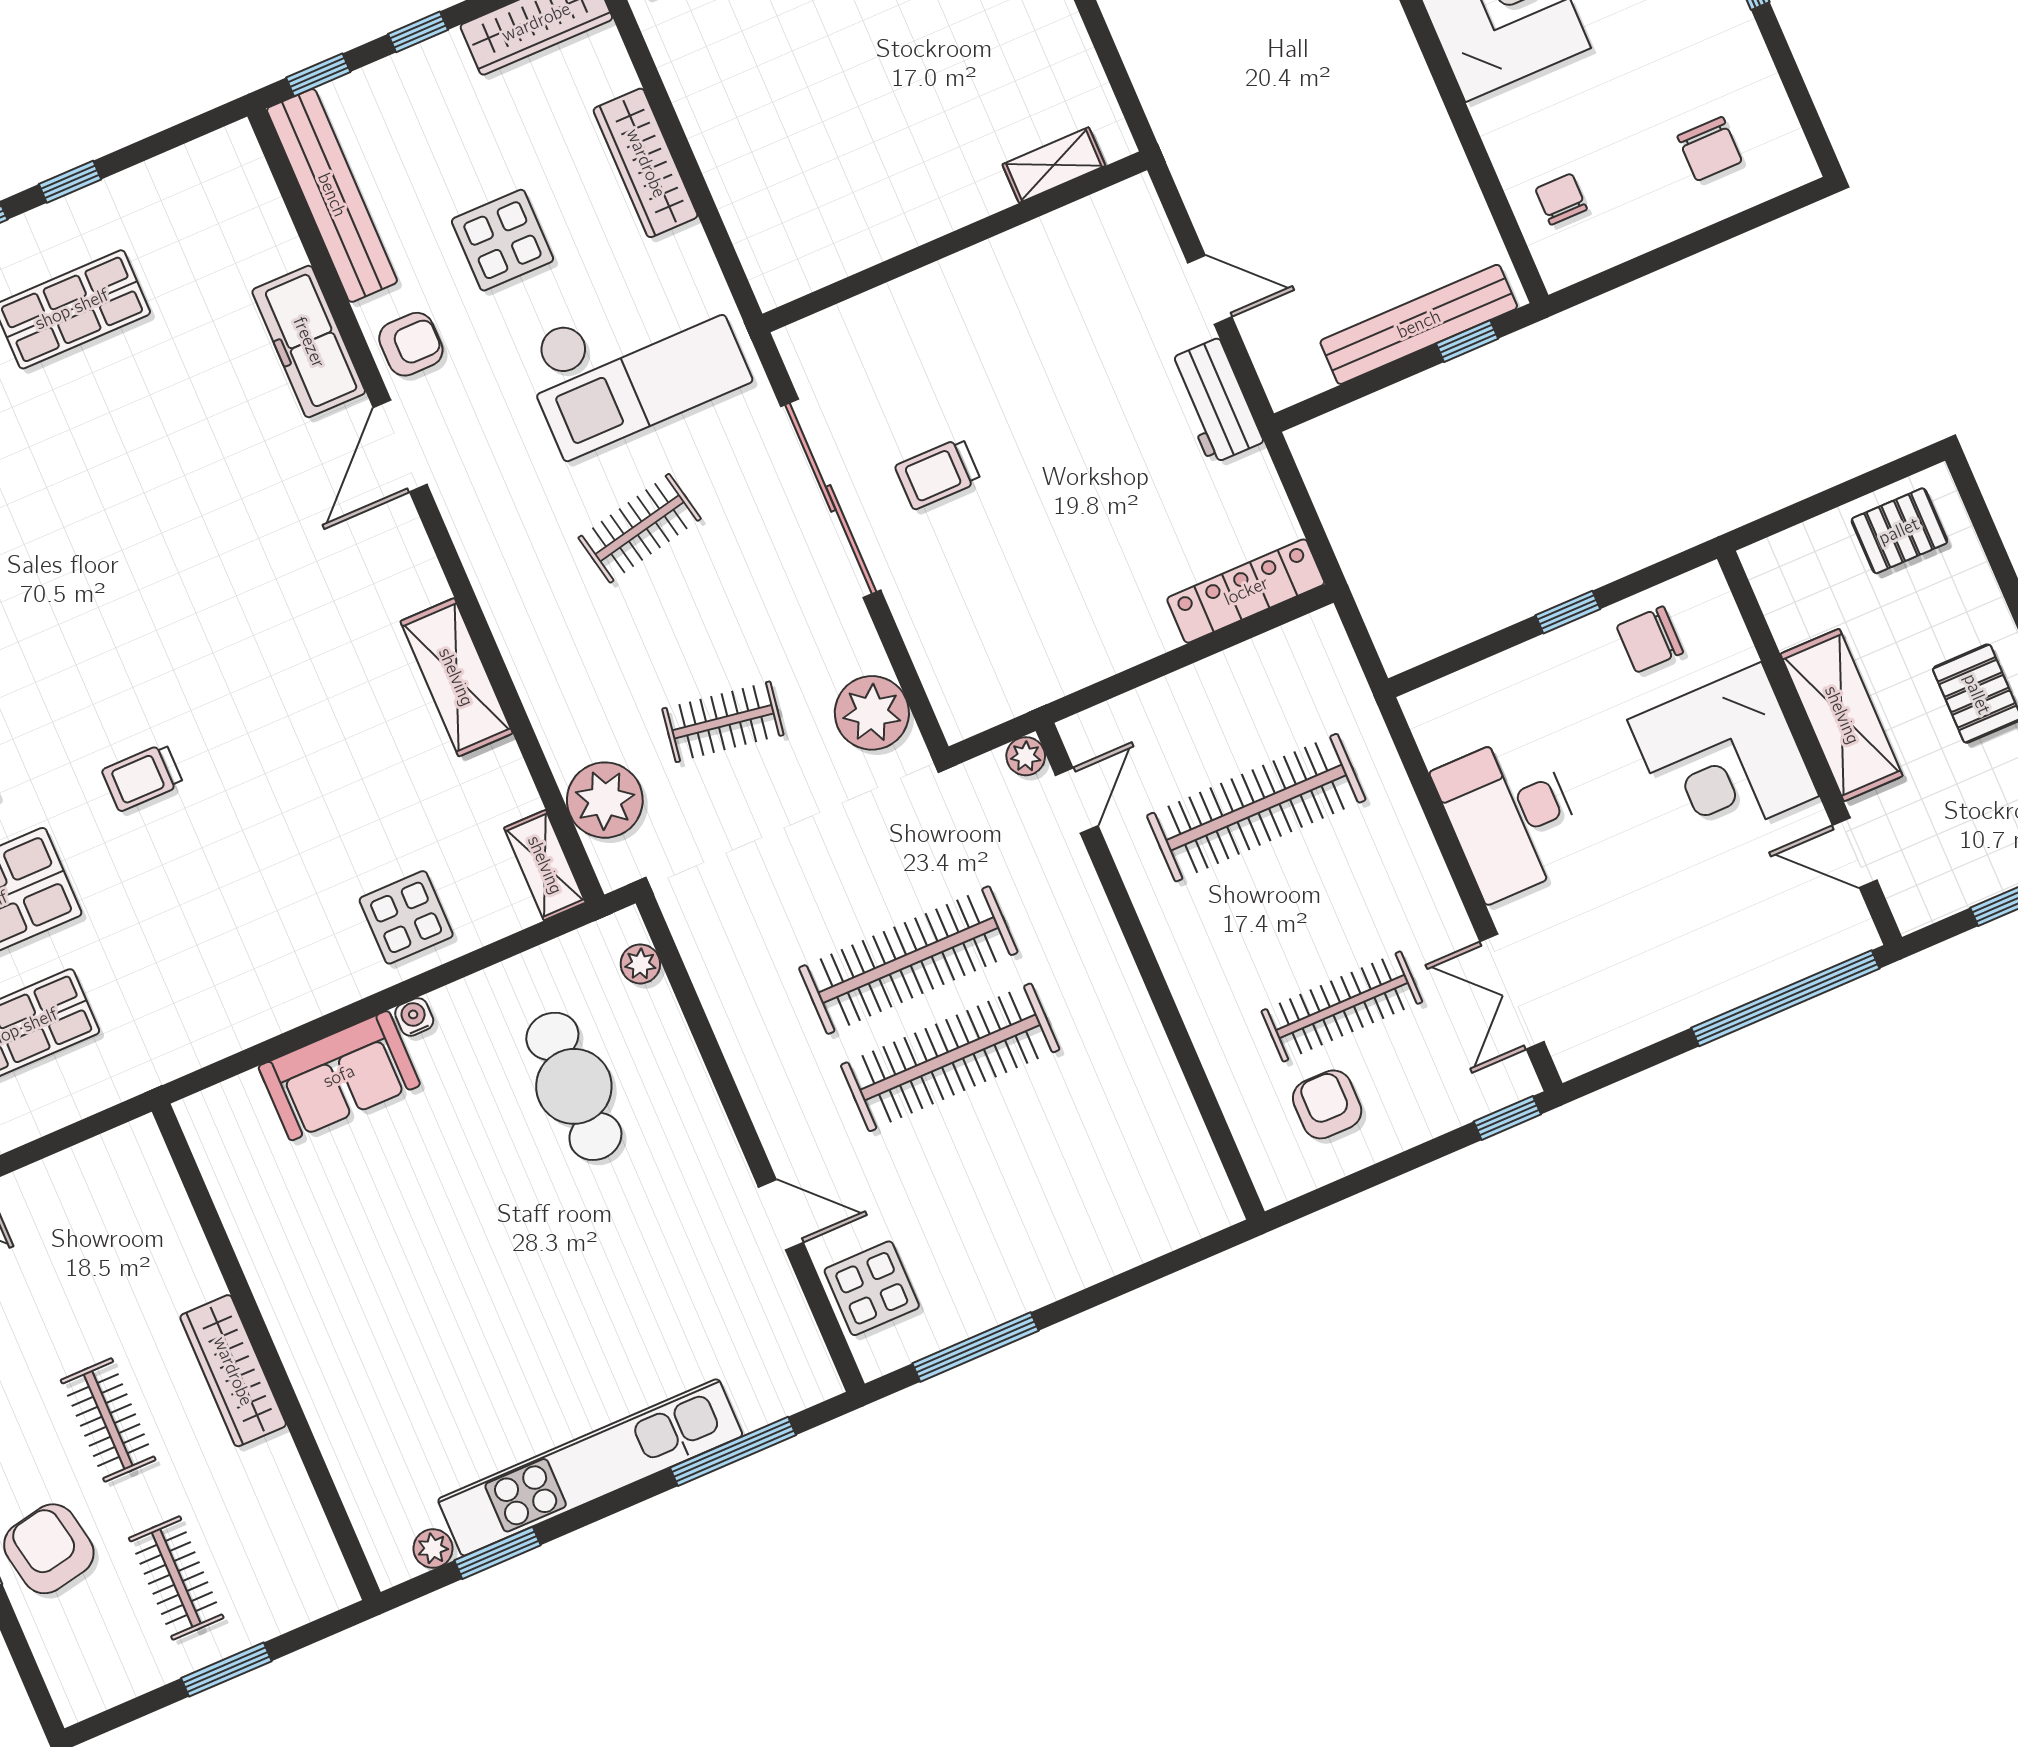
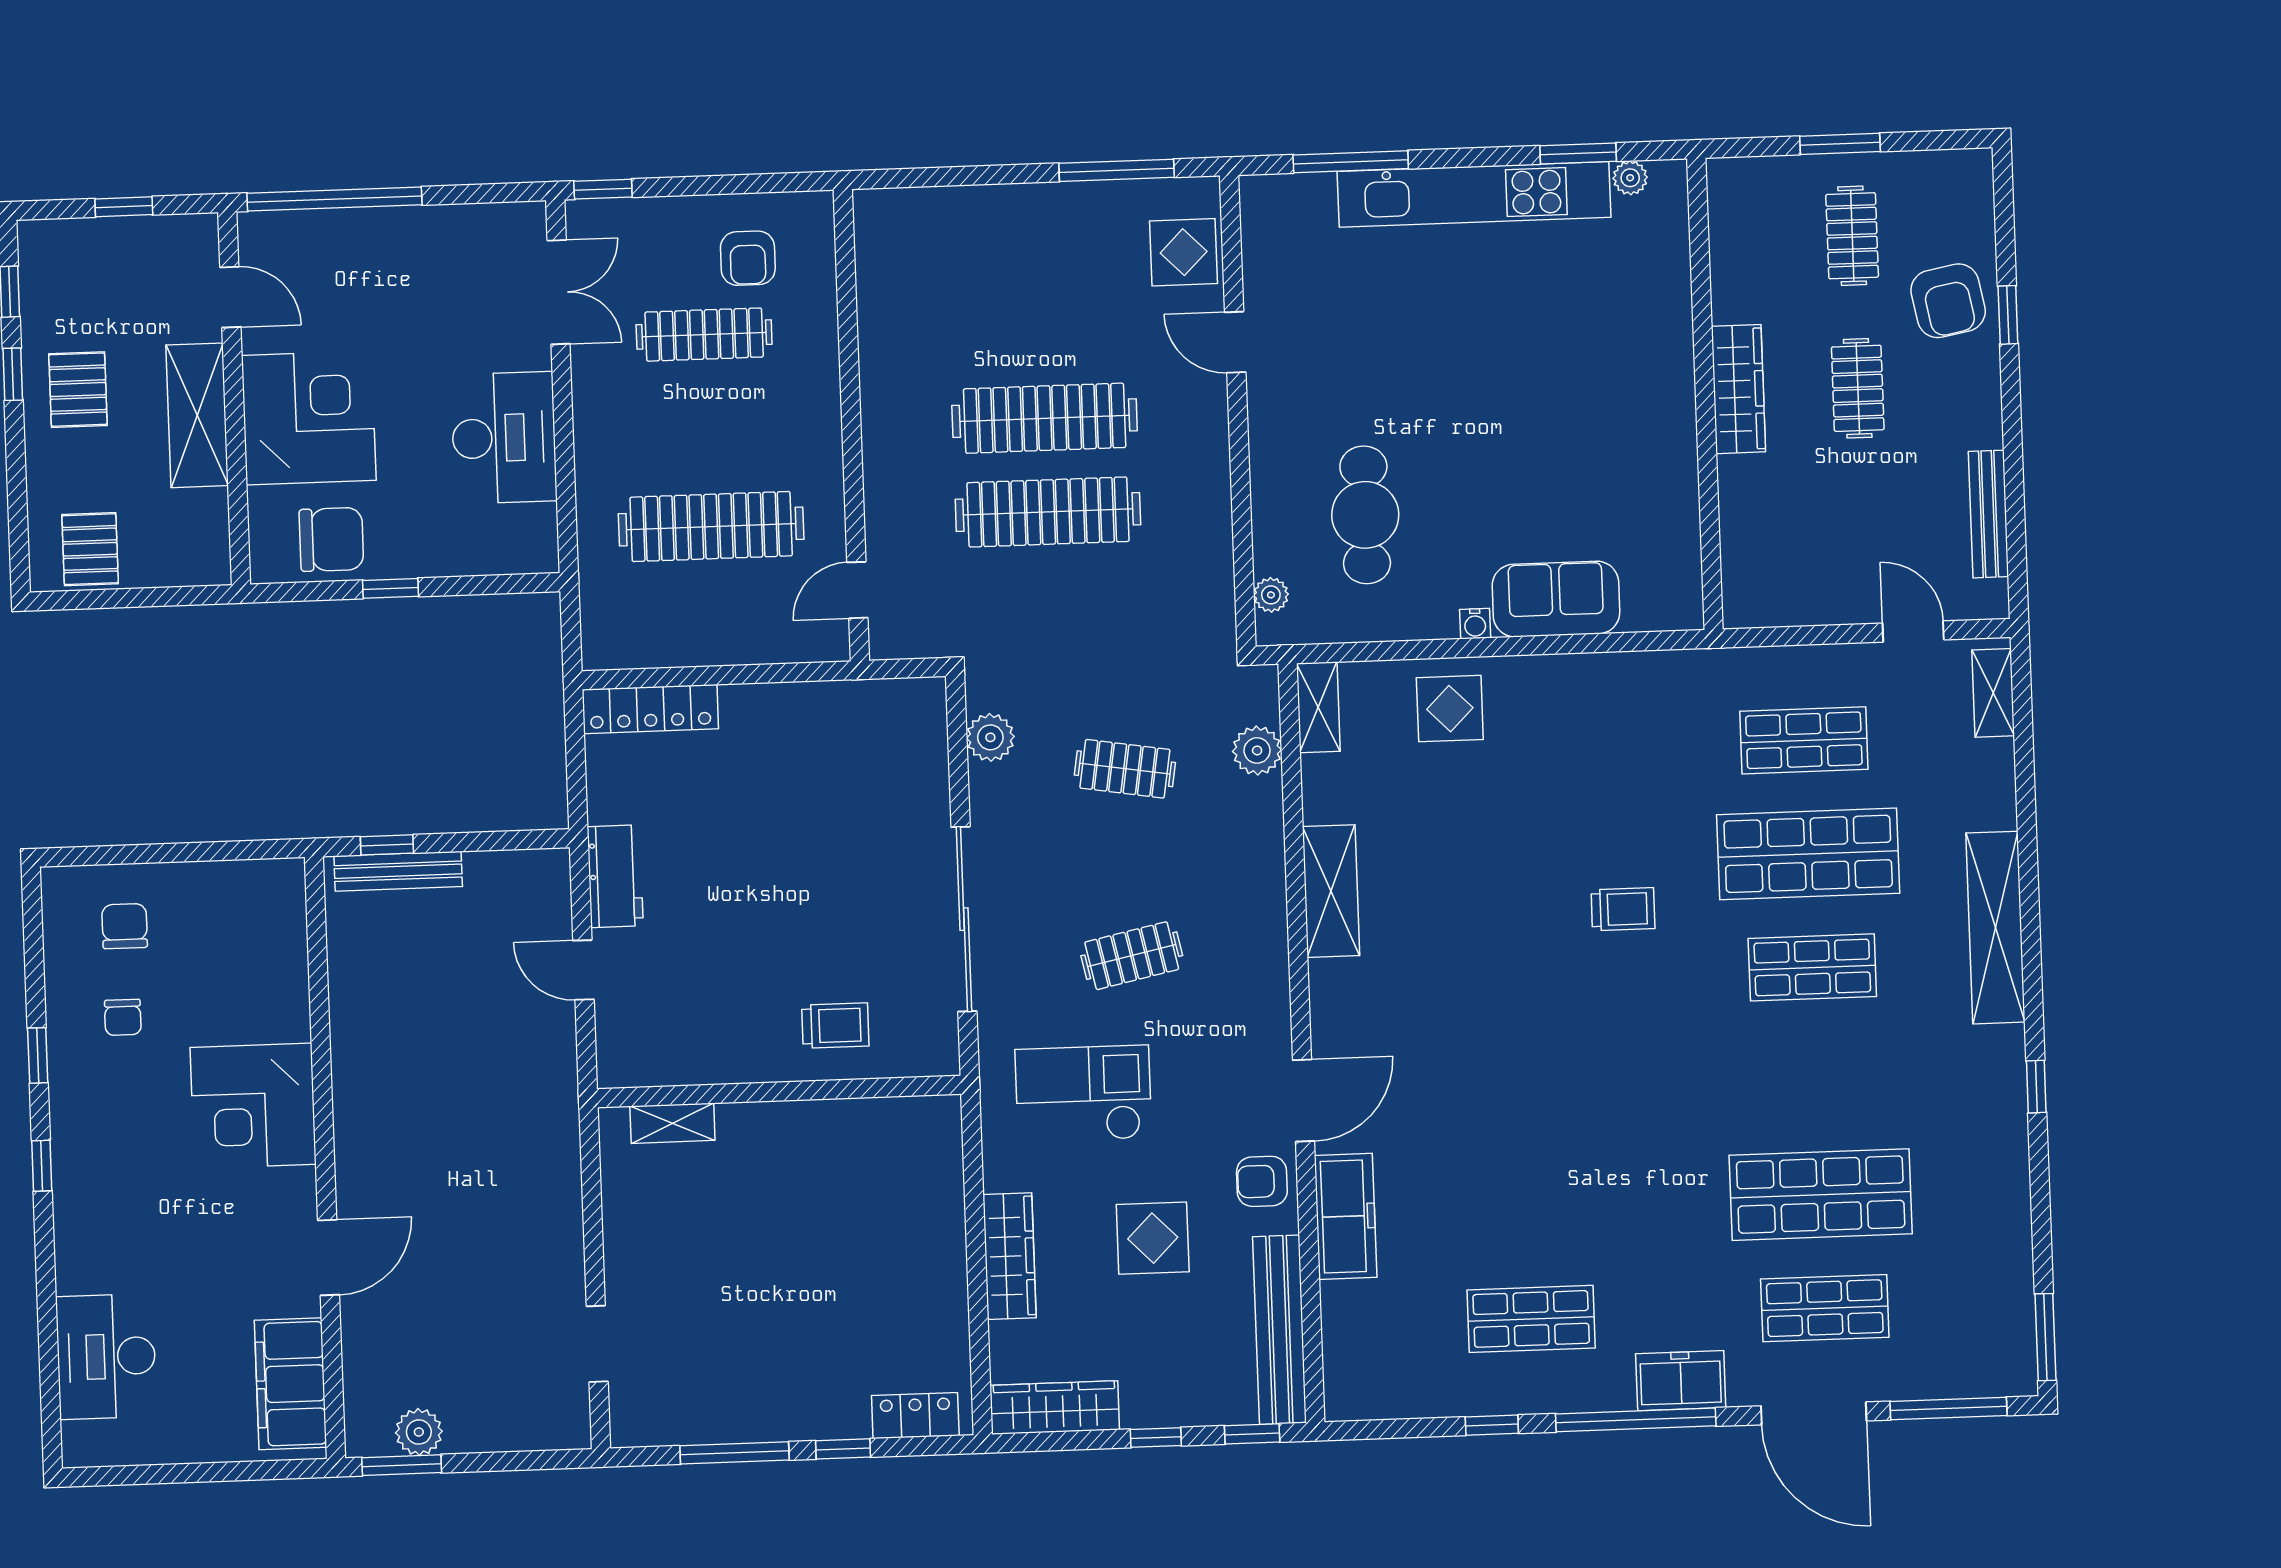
chair: (1561, 199) -> (123, 1017), moved
bench: (1419, 324) -> (398, 871), width x0.73, depth x0.82
checkout: (634, 363) -> (1083, 1094), width x0.73, depth x0.83
trolley: (938, 474) -> (835, 1025), moved
pallet: (1899, 531) -> (90, 549), turned 90
chair: (1650, 639) -> (331, 539), width x1.37, depth x1.37
plant: (872, 713) -> (990, 737), width x0.73, depth x0.73
plant: (1026, 756) -> (885, 643), removed
plant: (605, 800) -> (1257, 750), width x0.73, depth x0.73

